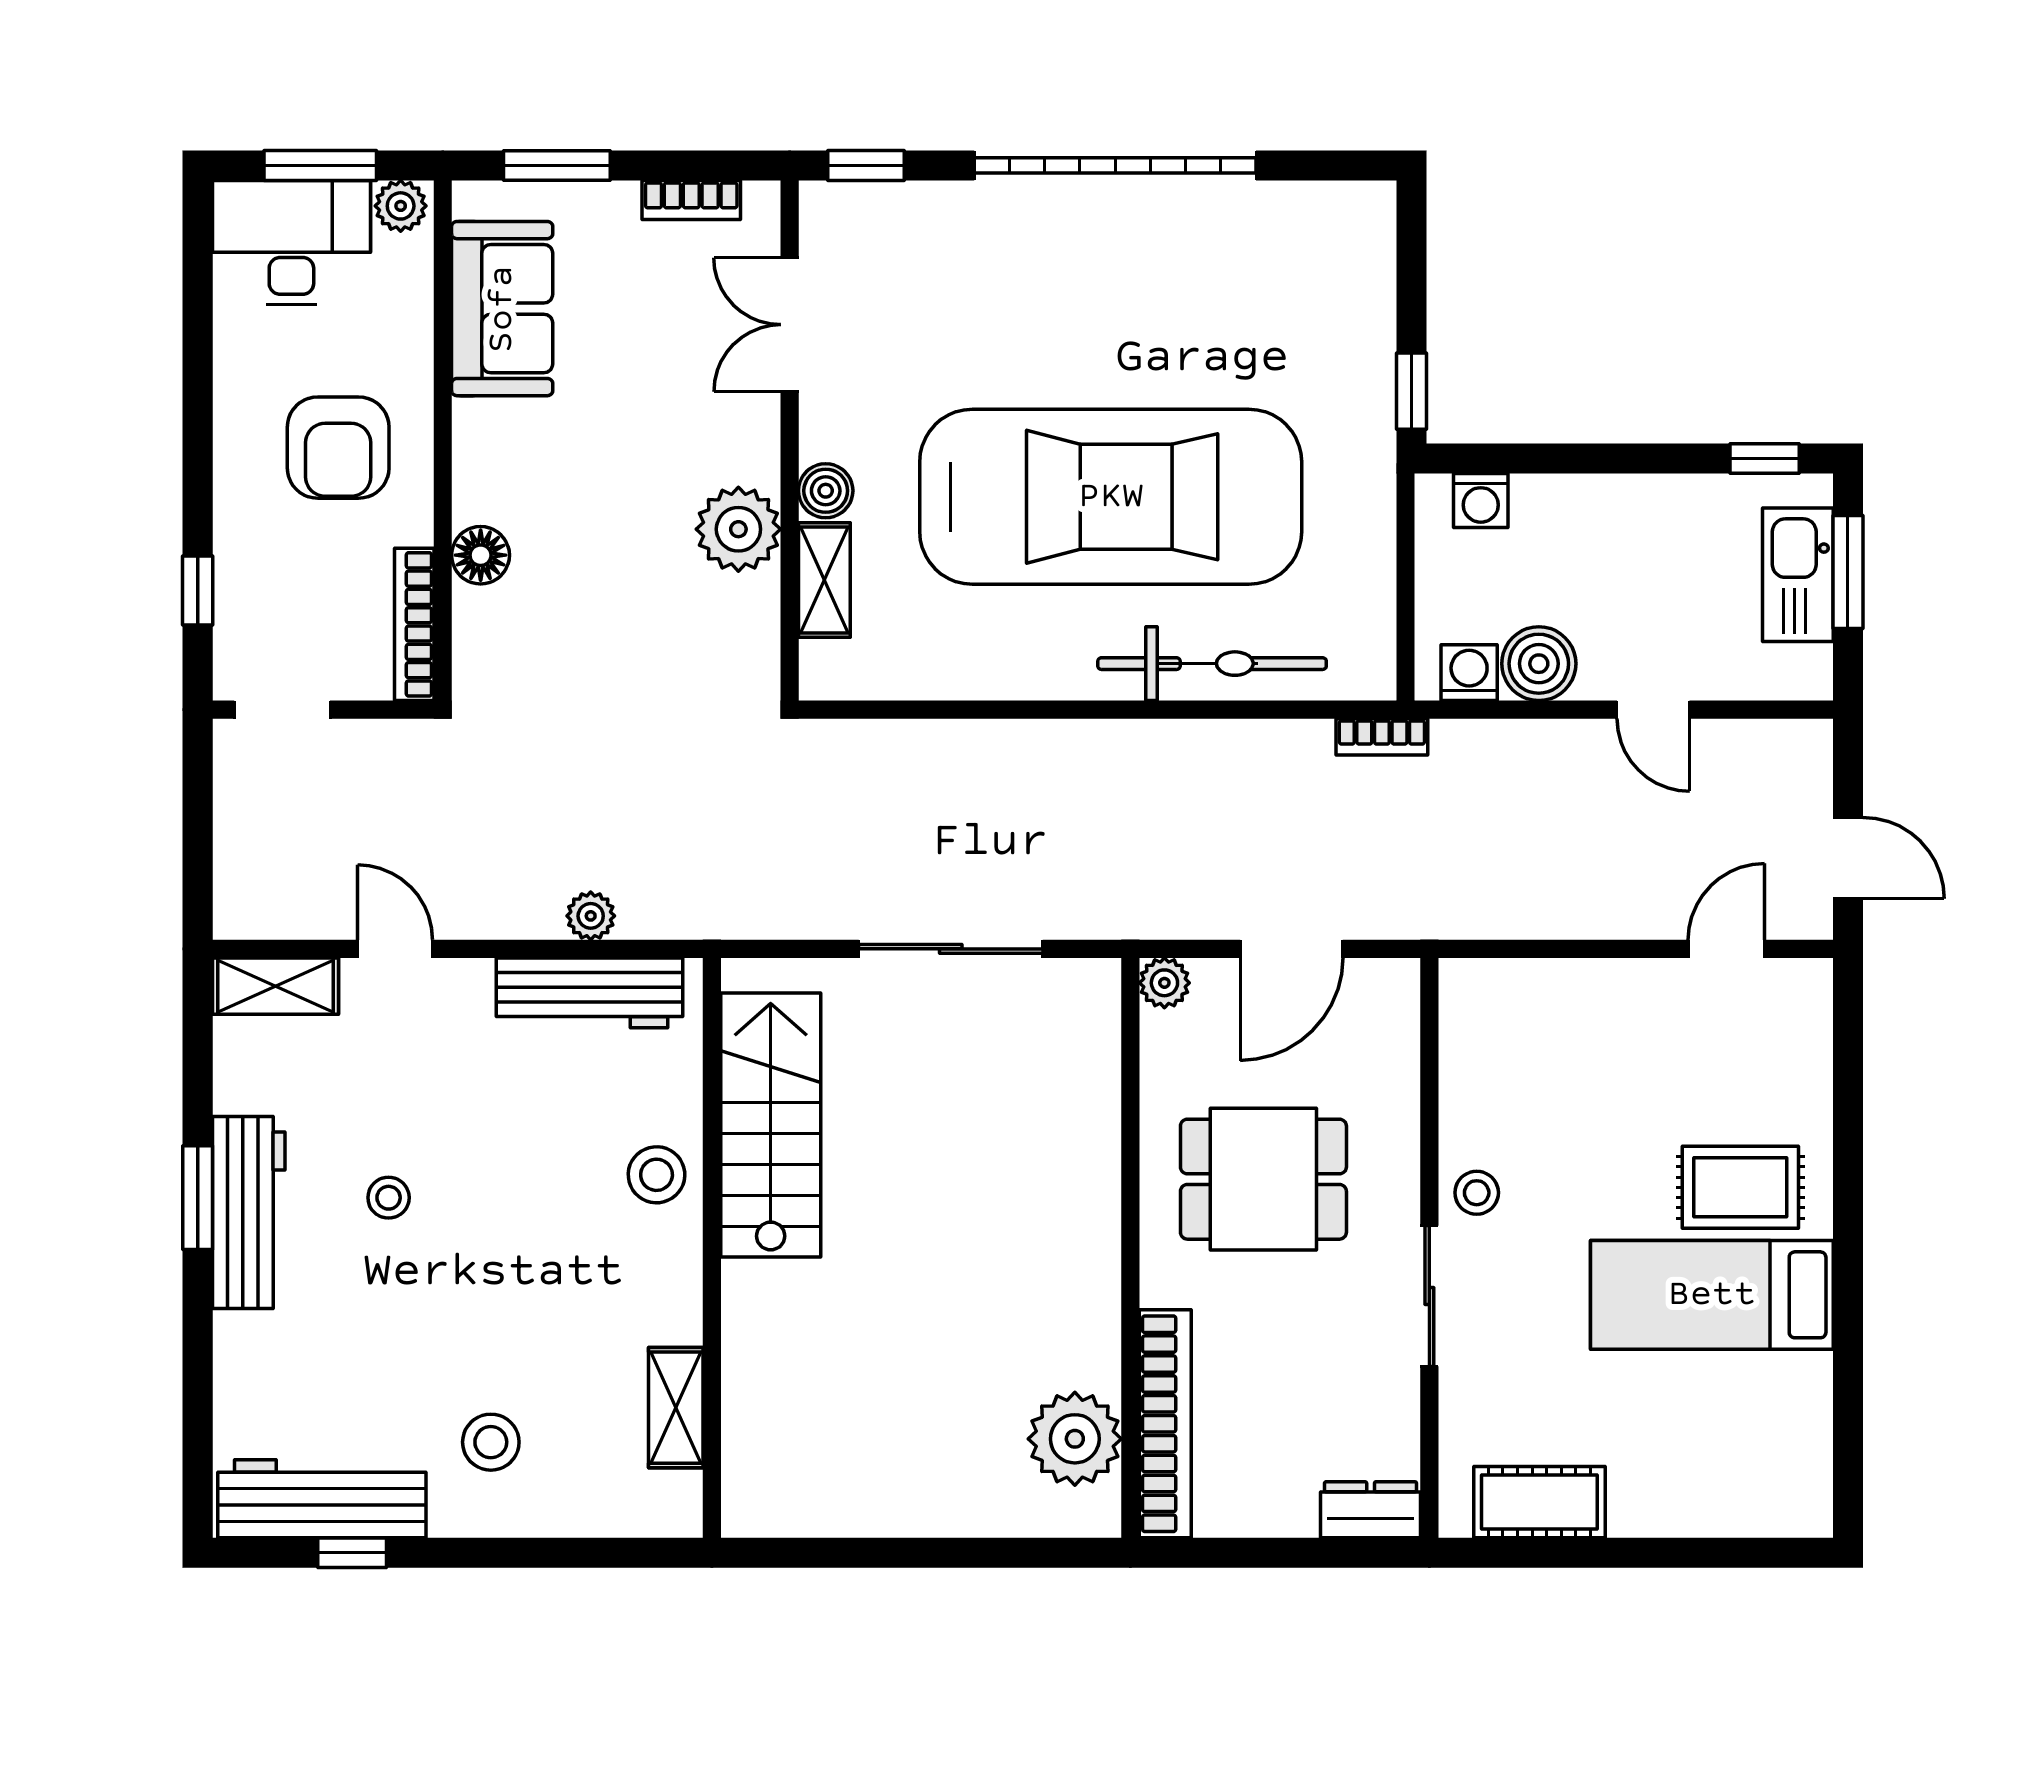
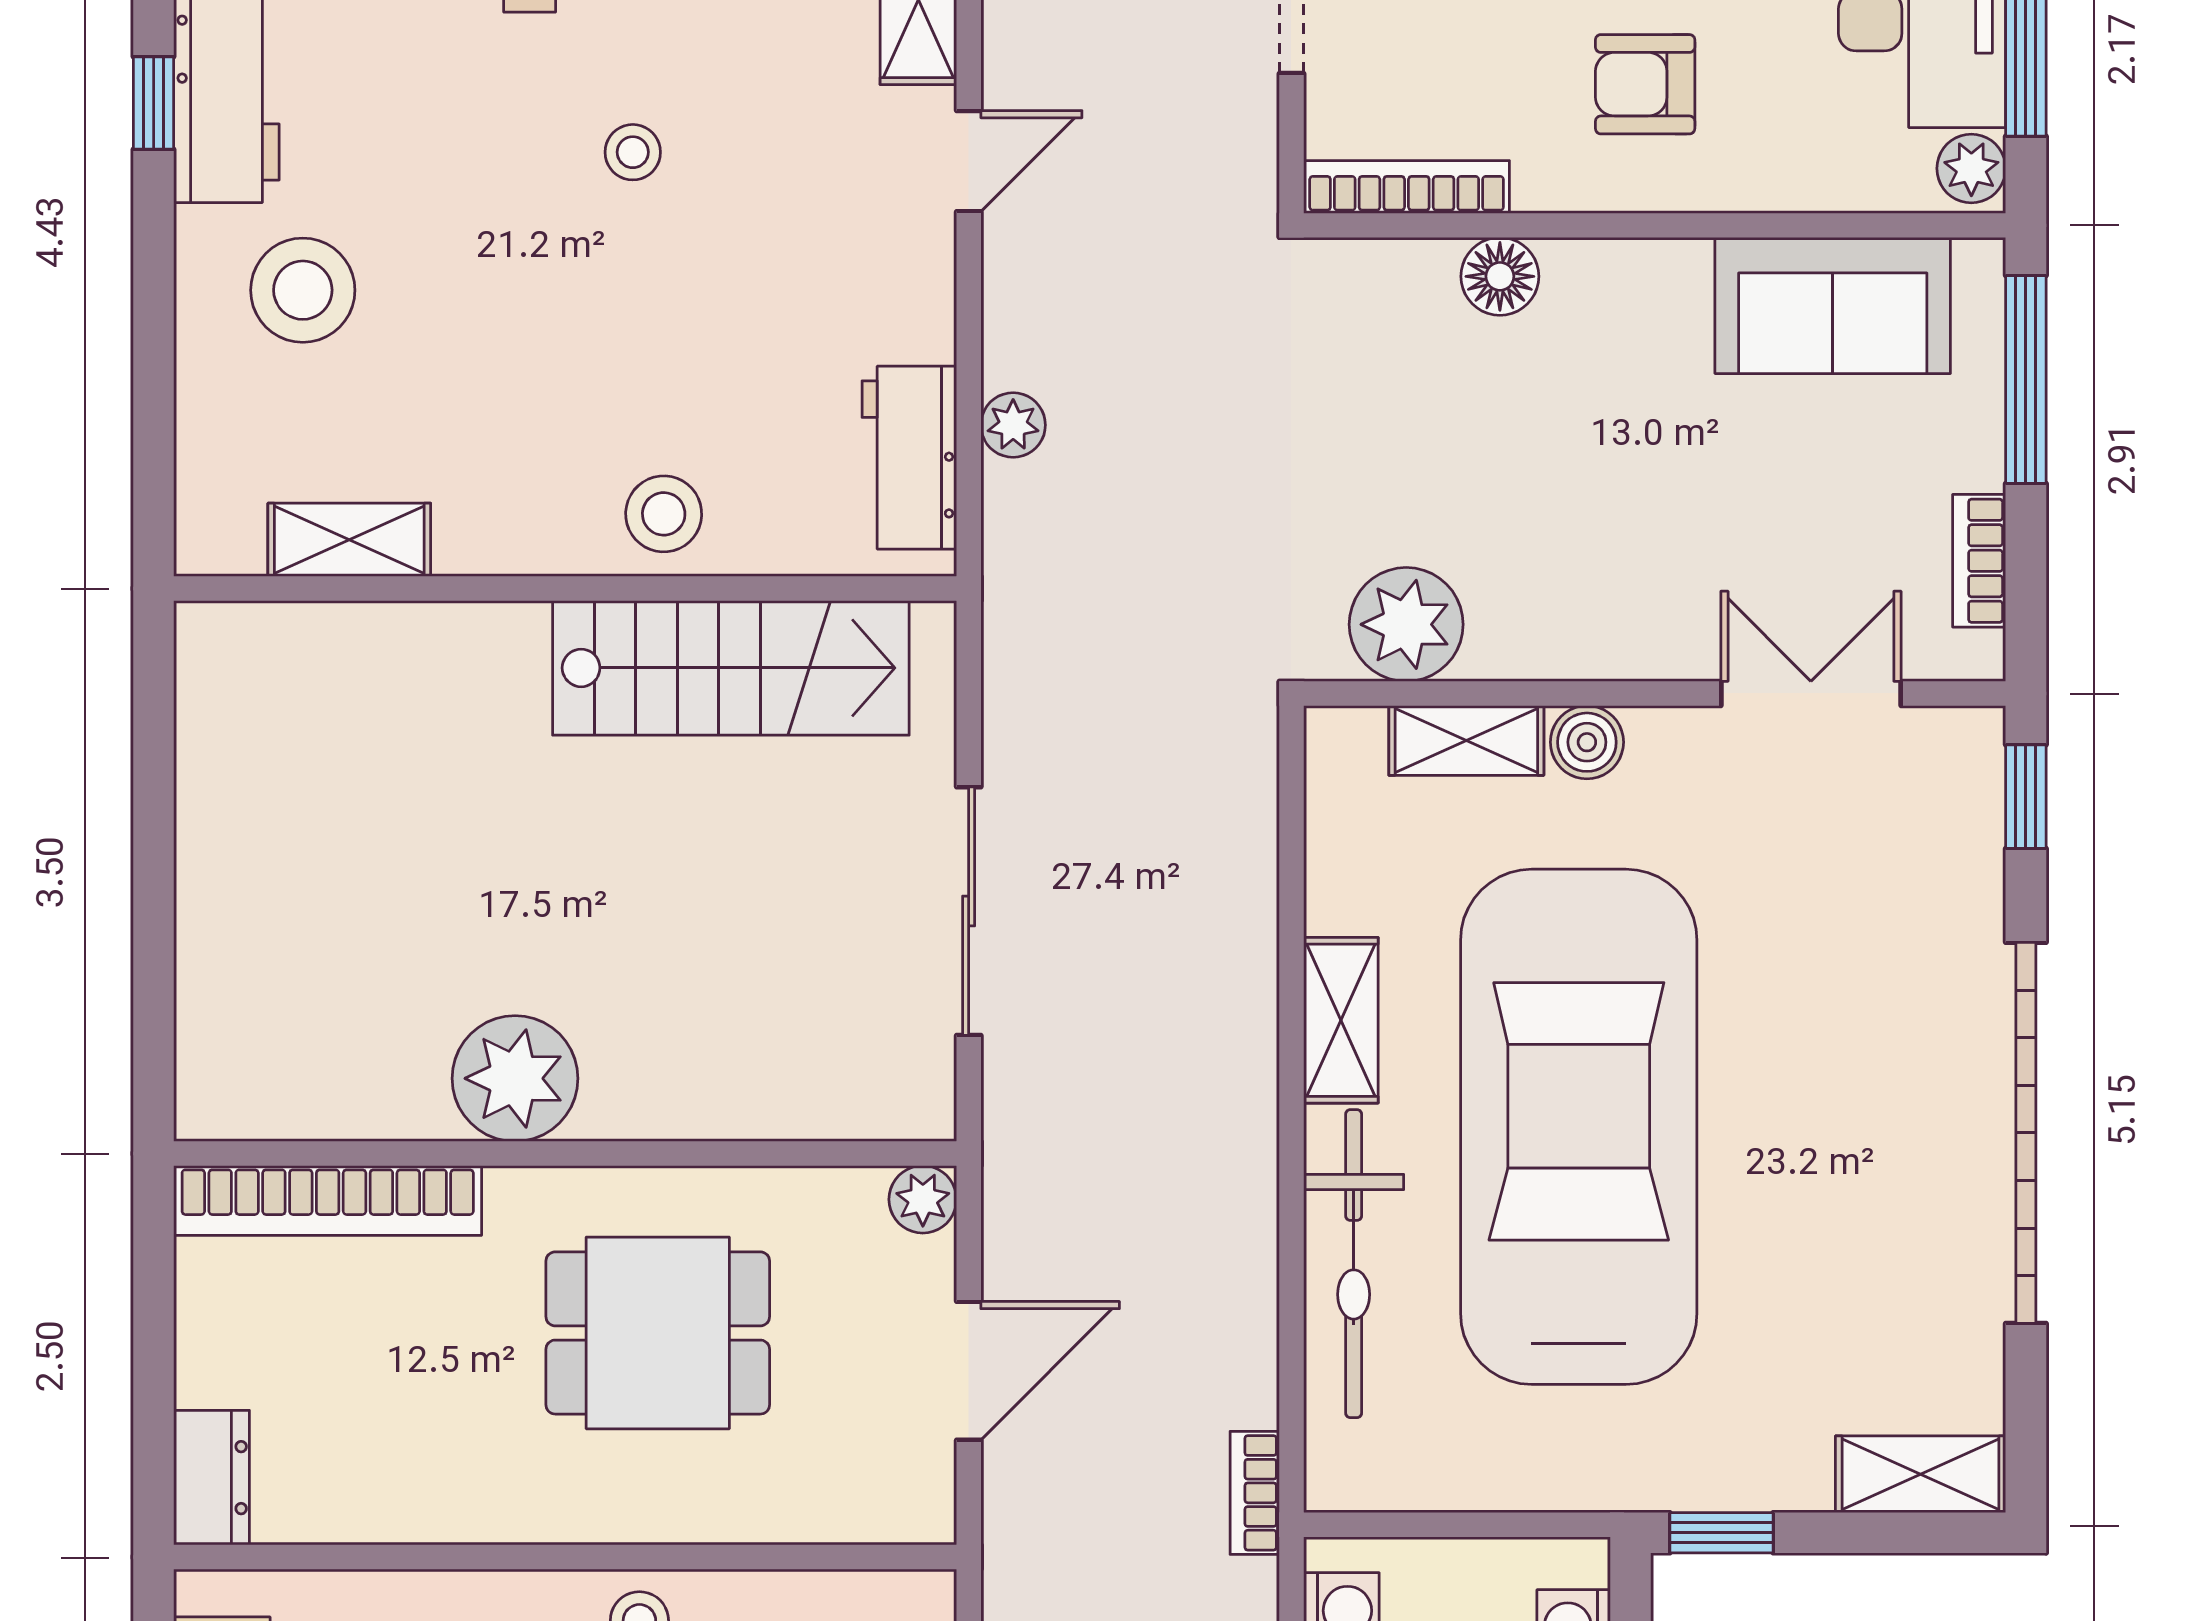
window: (557, 165) -> (2026, 380), width x1.44
shelving: (1368, 244) -> (1921, 1474), added
armchair: (338, 448) -> (1645, 84), width x0.72, depth x0.72
car: (1111, 497) -> (1579, 1127), turned 180
plant: (738, 529) -> (1406, 624), moved
shelving: (1032, 673) -> (1341, 1020), added
door: (1291, 949) -> (969, 1371), swing flipped
workbench: (589, 993) -> (909, 458), width x0.73
dining table: (1263, 1179) -> (658, 1333), turned 90
sliding door: (1429, 1296) -> (500, 1557), removed
plant: (1075, 1439) -> (515, 1078), moved
stool: (491, 1442) -> (303, 290), width x1.38, depth x1.38

